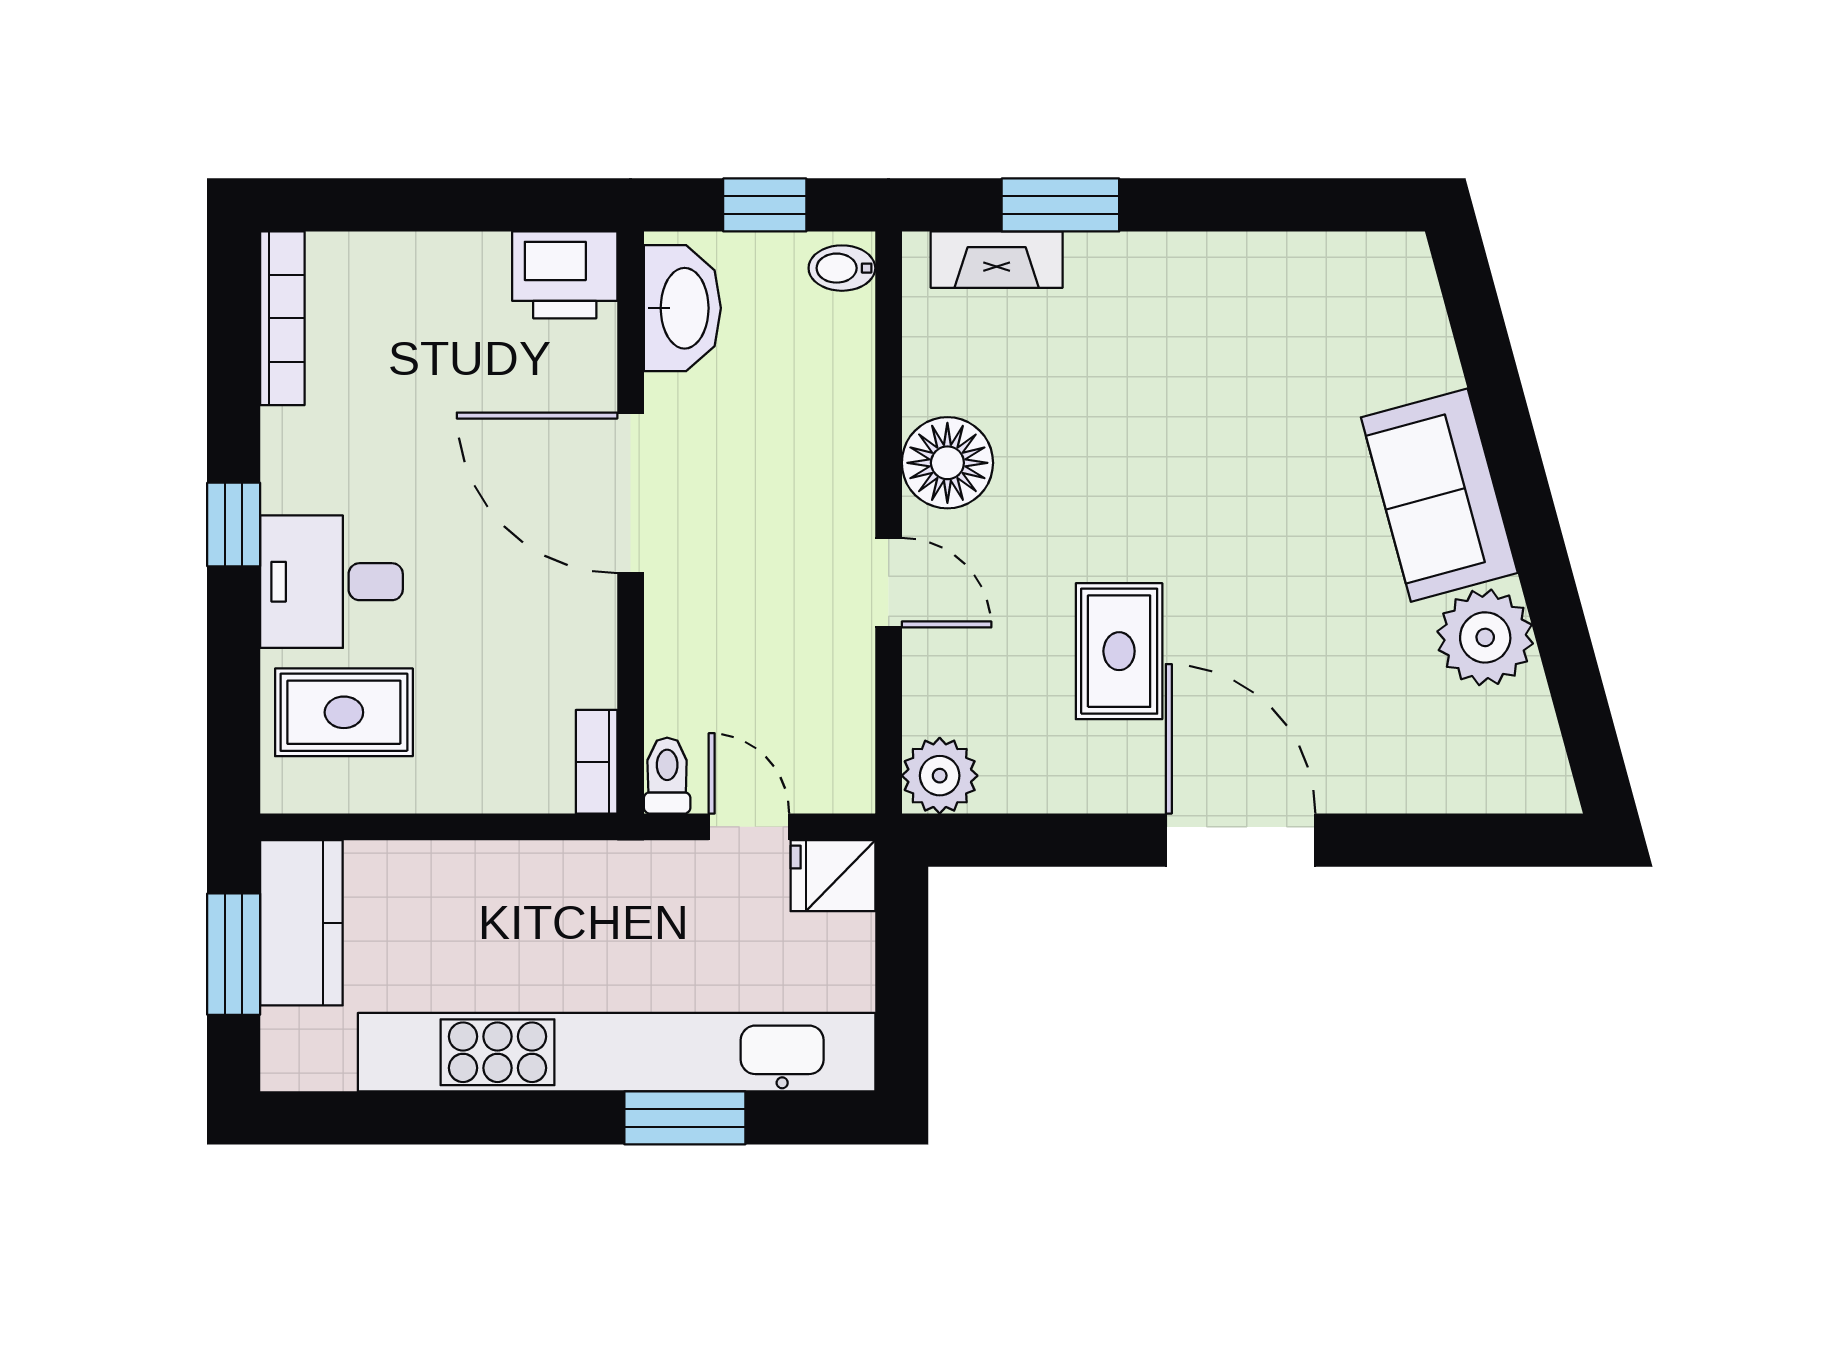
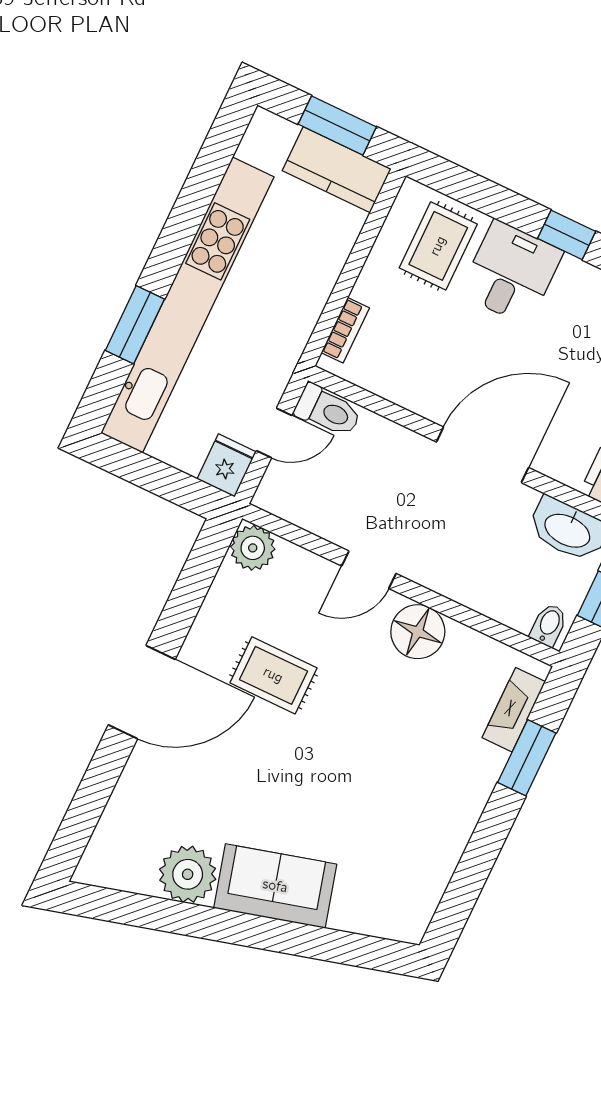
bookcase: (597, 762) -> (345, 330), moved, turned 90
toilet: (667, 776) -> (328, 411), width x1.37, depth x1.39

